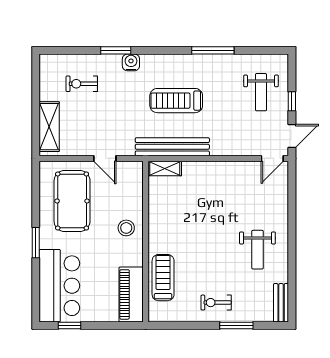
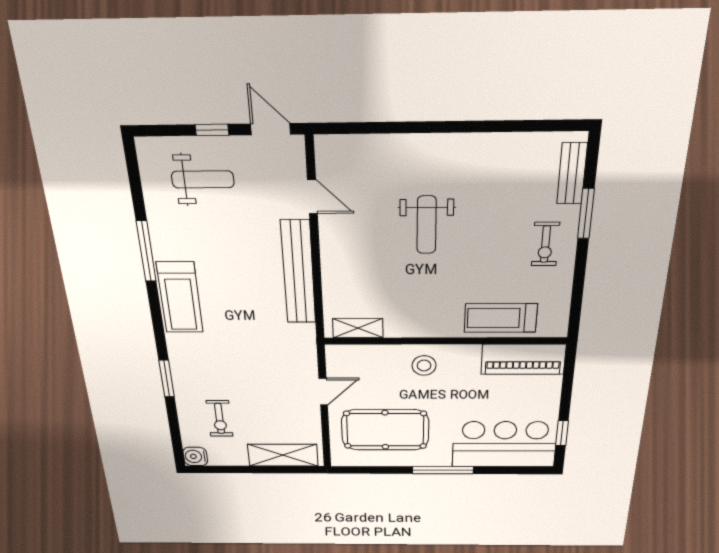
water cooler: (131, 62) -> (195, 456), moved
treadmill: (176, 101) -> (180, 298), moved
bench: (172, 147) -> (298, 272), moved
door: (272, 158) -> (312, 197), moved
shelving: (165, 169) -> (358, 328), moved, turned 90
window: (36, 243) -> (443, 470), width x1.44
weight bench: (257, 250) -> (427, 225), moved, turned 90
bench: (281, 303) -> (572, 173), moved, turned 90

